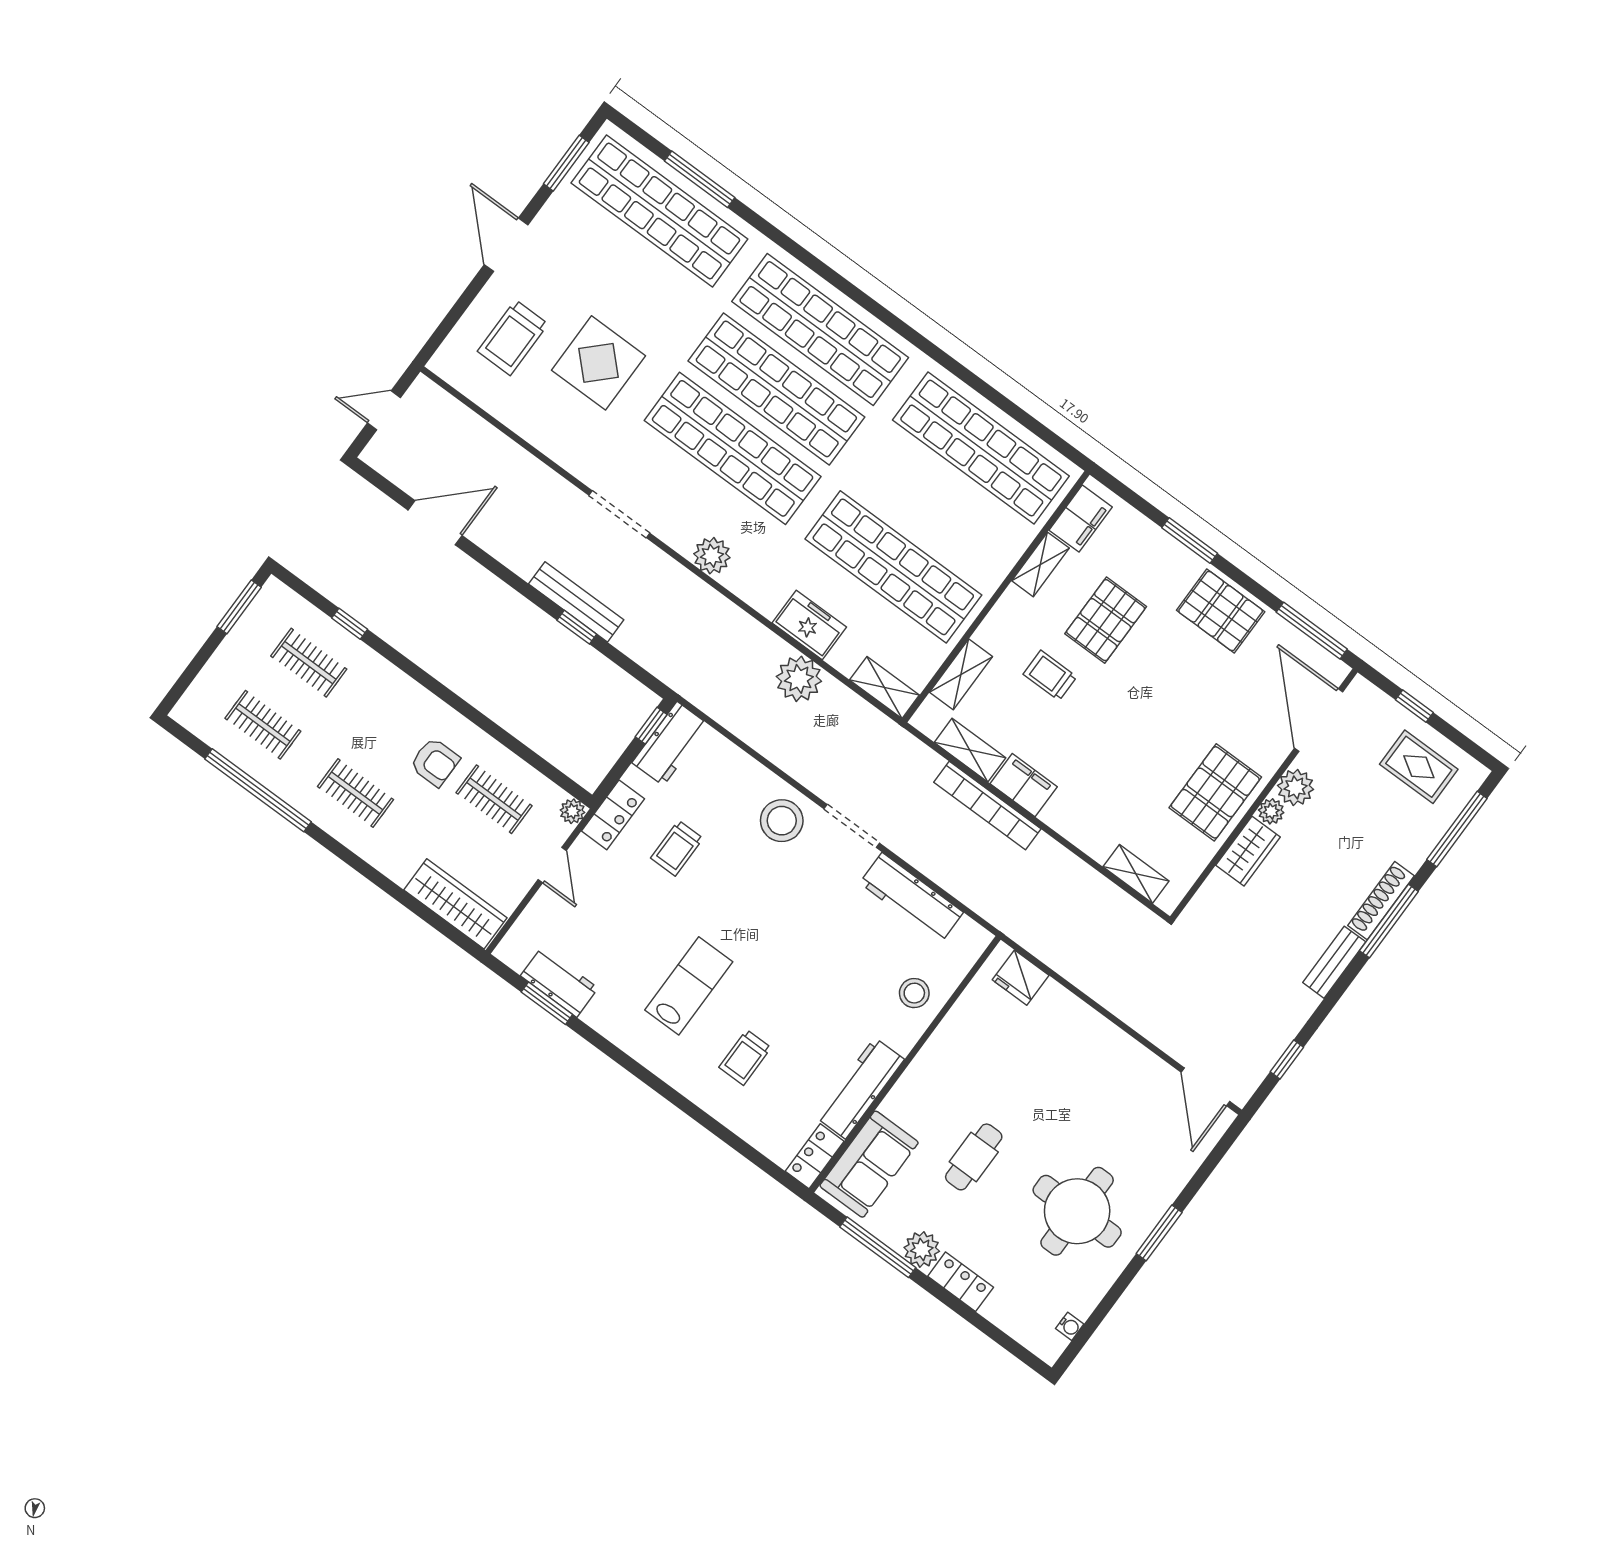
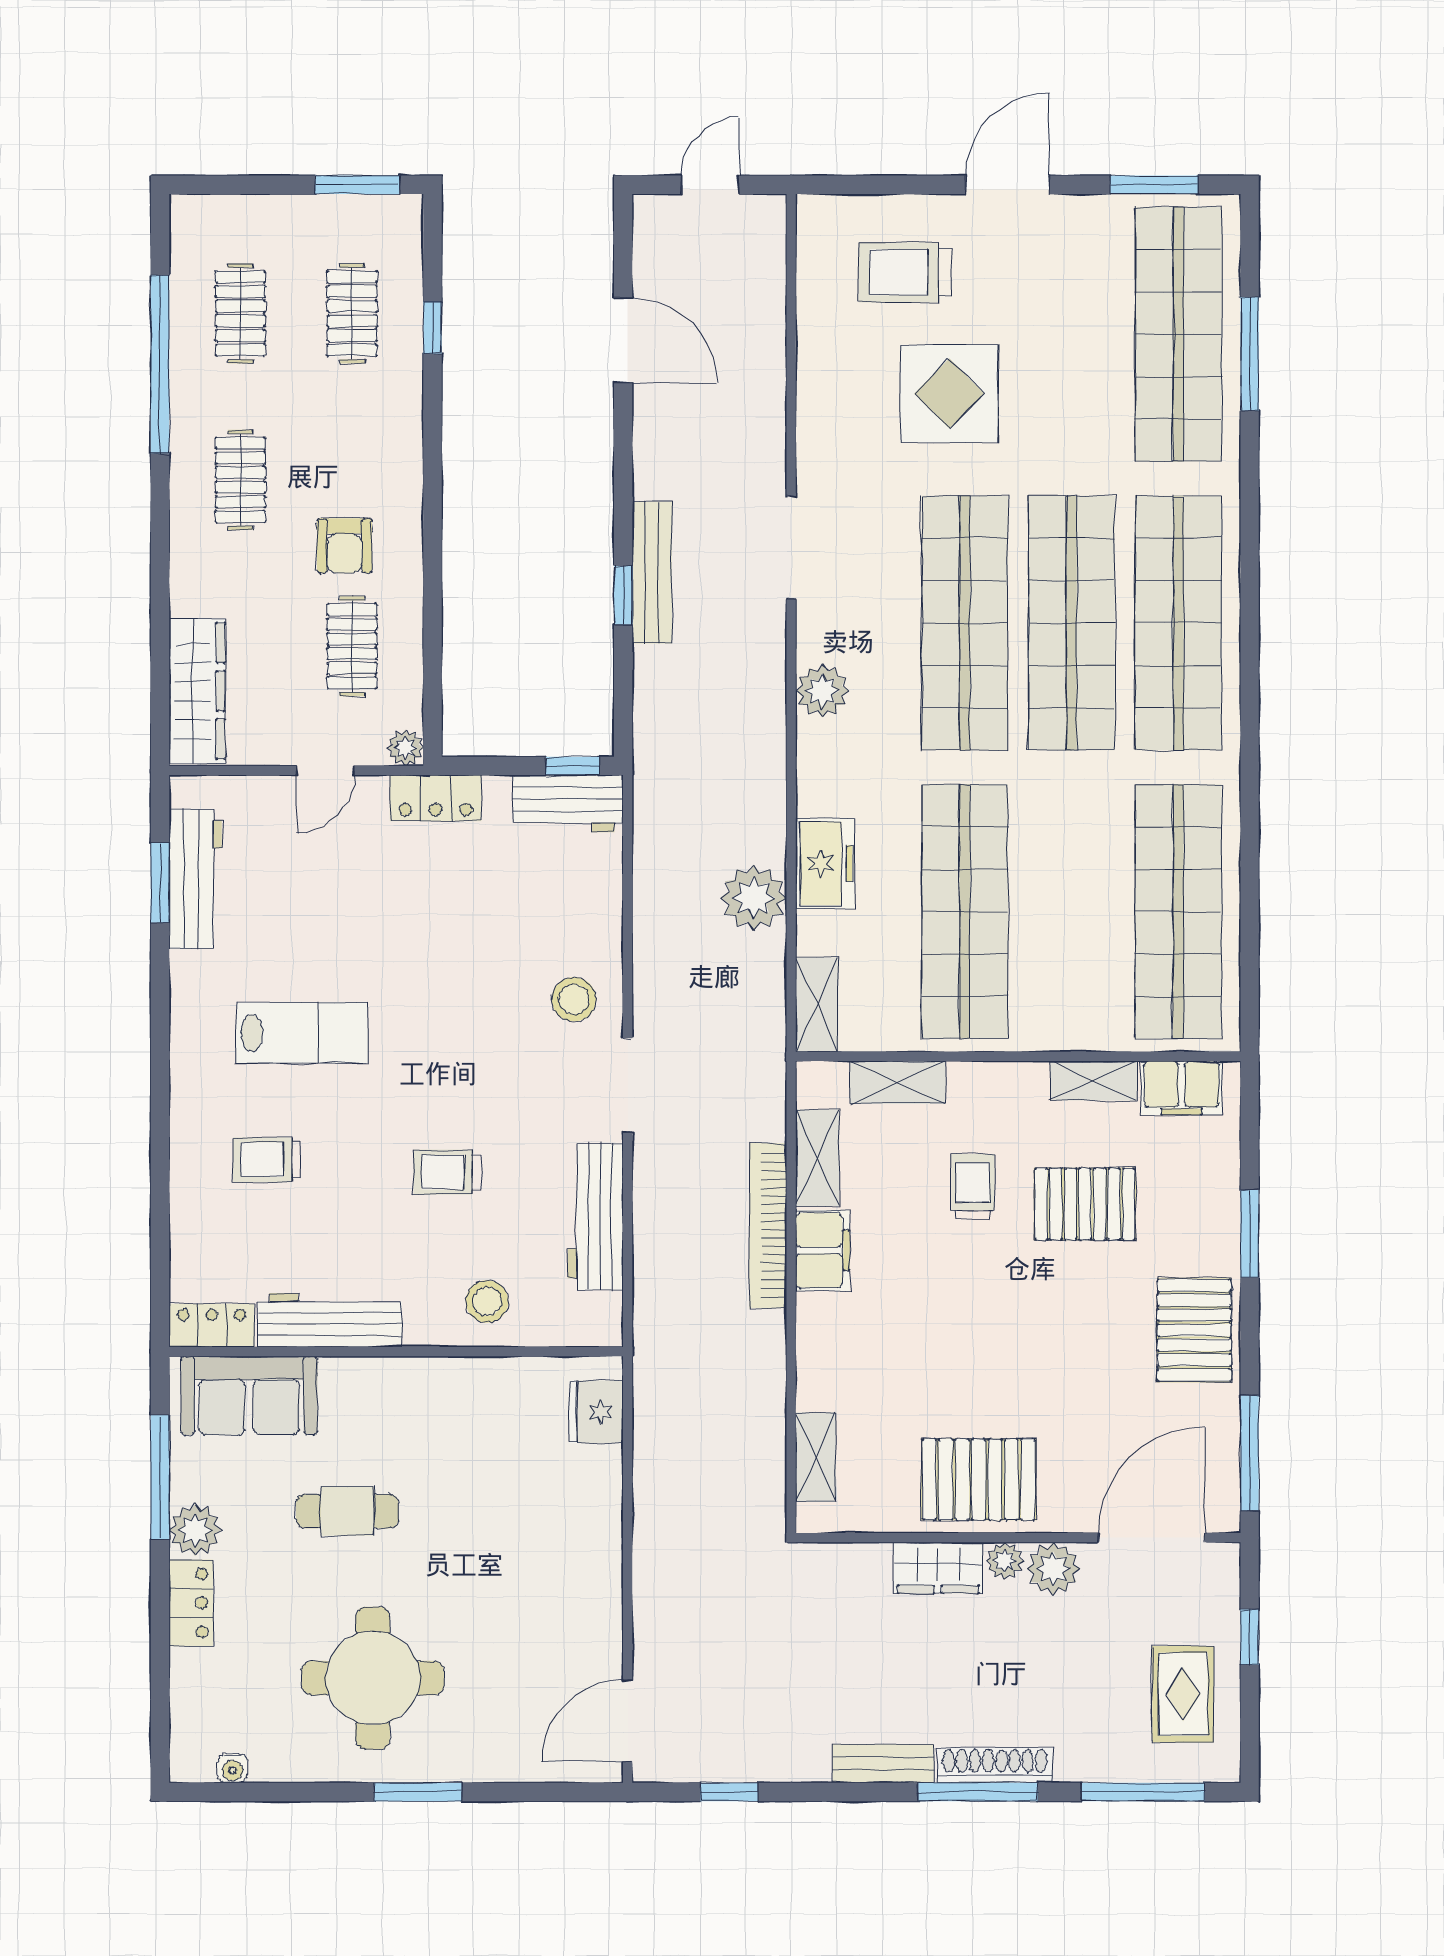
door: (384, 410) -> (710, 185), hinge flipped
stool: (782, 821) -> (574, 999), width x0.73, depth x0.73
trolley: (677, 848) -> (448, 1172), moved
workbench: (559, 982) -> (195, 879), width x1.38

